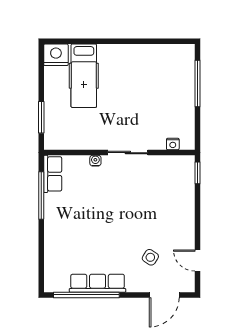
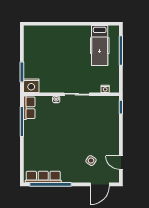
nightstand: (56, 55) -> (31, 86), moved, turned 180
hospital bed: (84, 76) -> (100, 46), moved
row of seats: (98, 283) -> (43, 177), moved

